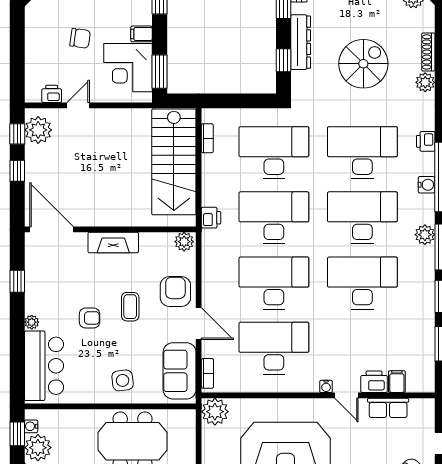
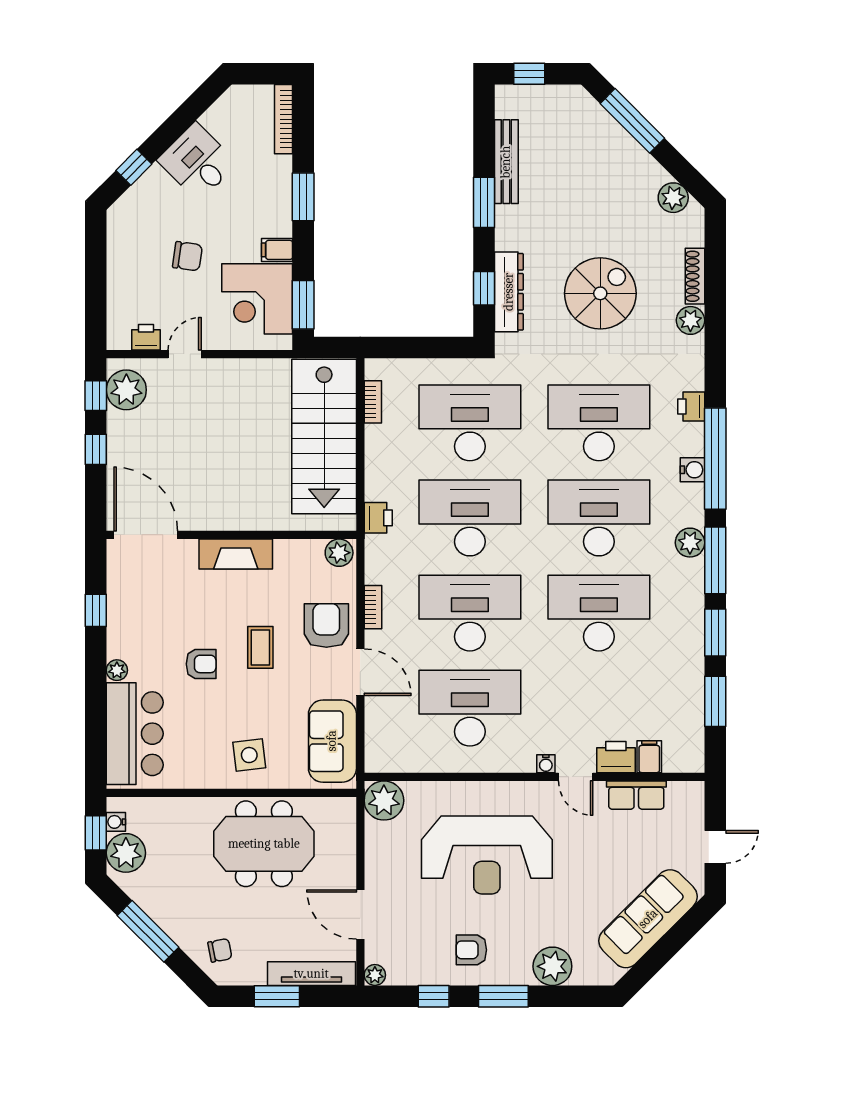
dresser: (301, 42) -> (509, 292), moved
bookcase: (207, 373) -> (373, 607), moved

